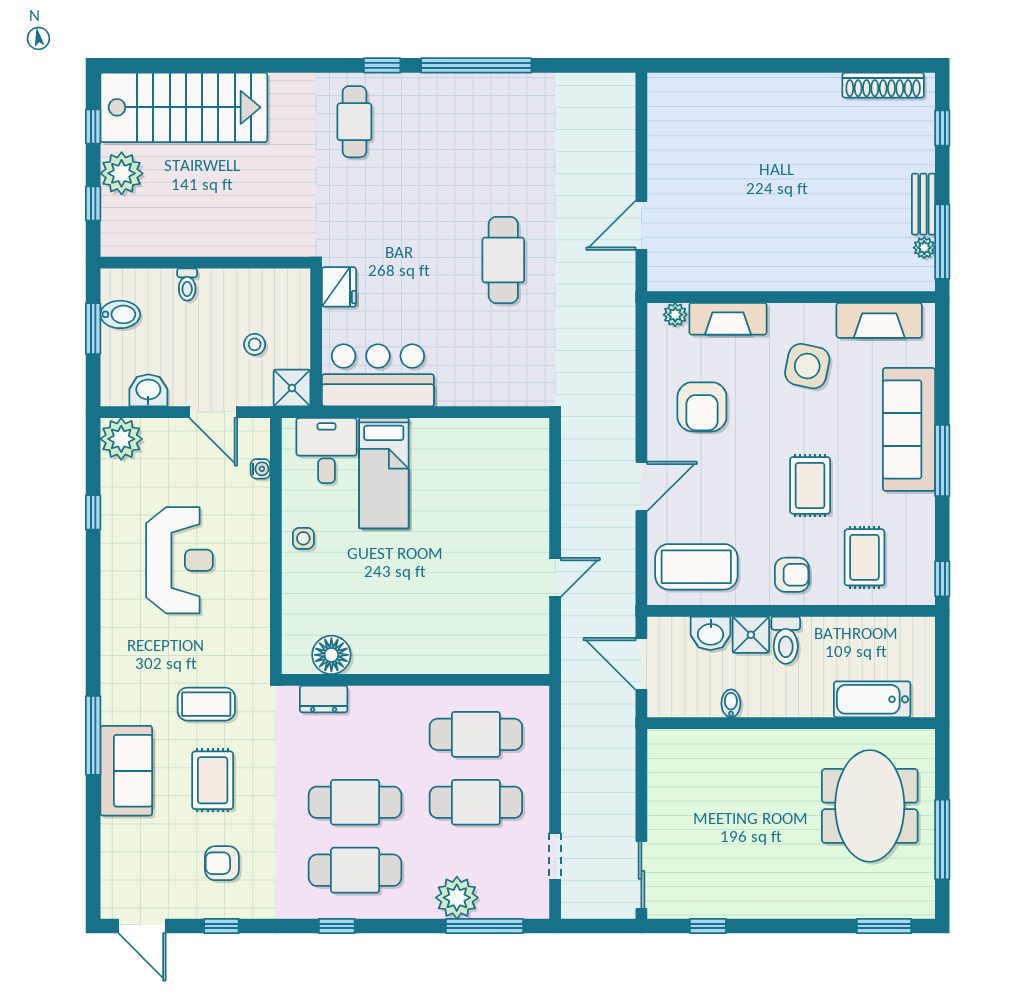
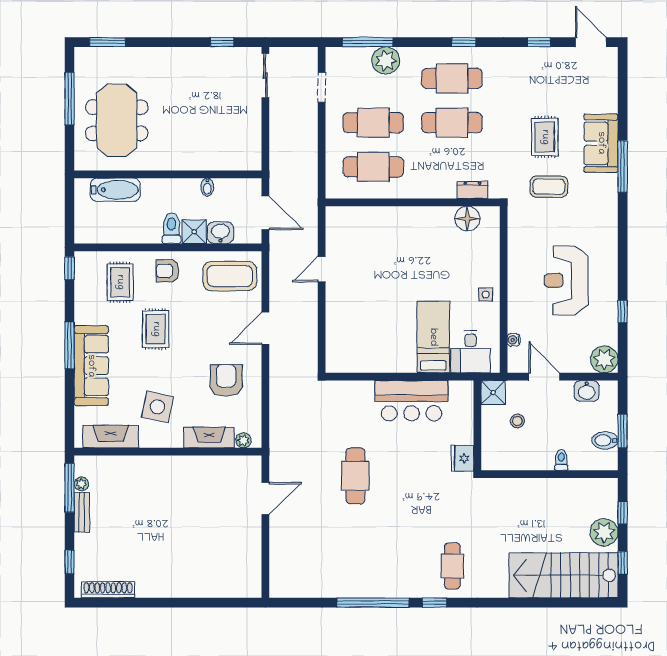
bar counter: (378, 375) -> (412, 401), moved
armchair: (222, 863) -> (539, 83), removed

